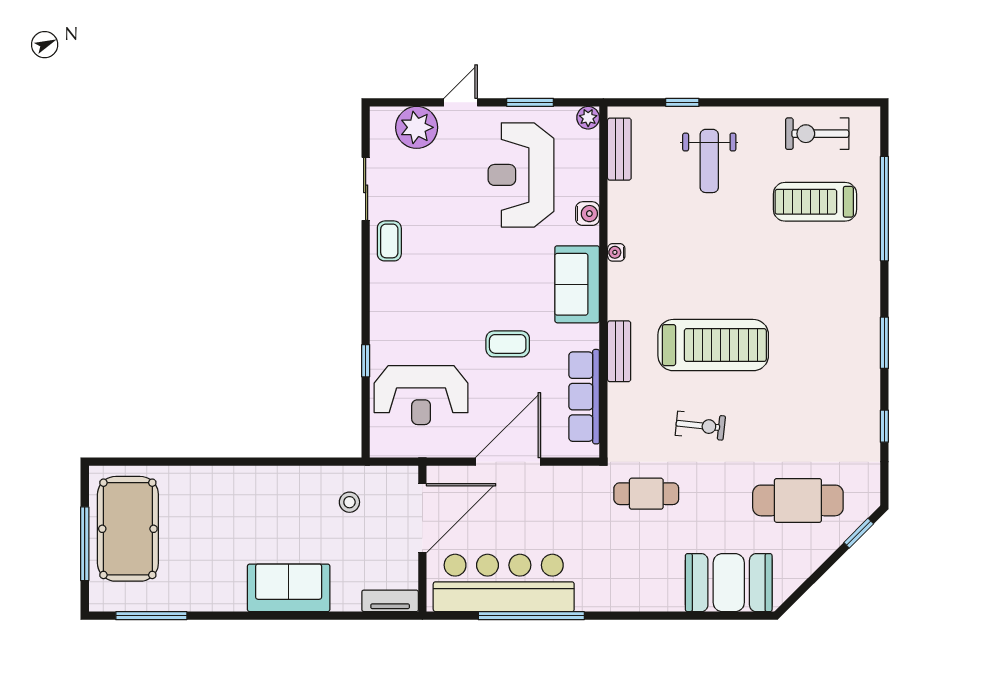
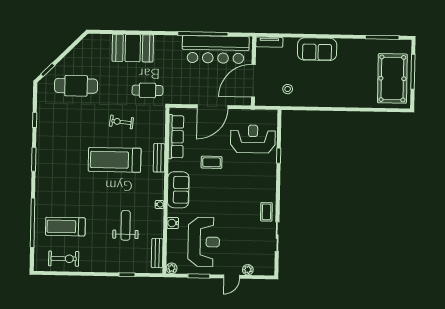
plant: (417, 127) -> (248, 270), width x0.53, depth x0.53
weight bench: (709, 161) -> (126, 225), moved
treadmill: (815, 202) -> (65, 227), turned 180
booth: (729, 583) -> (133, 48), moved

